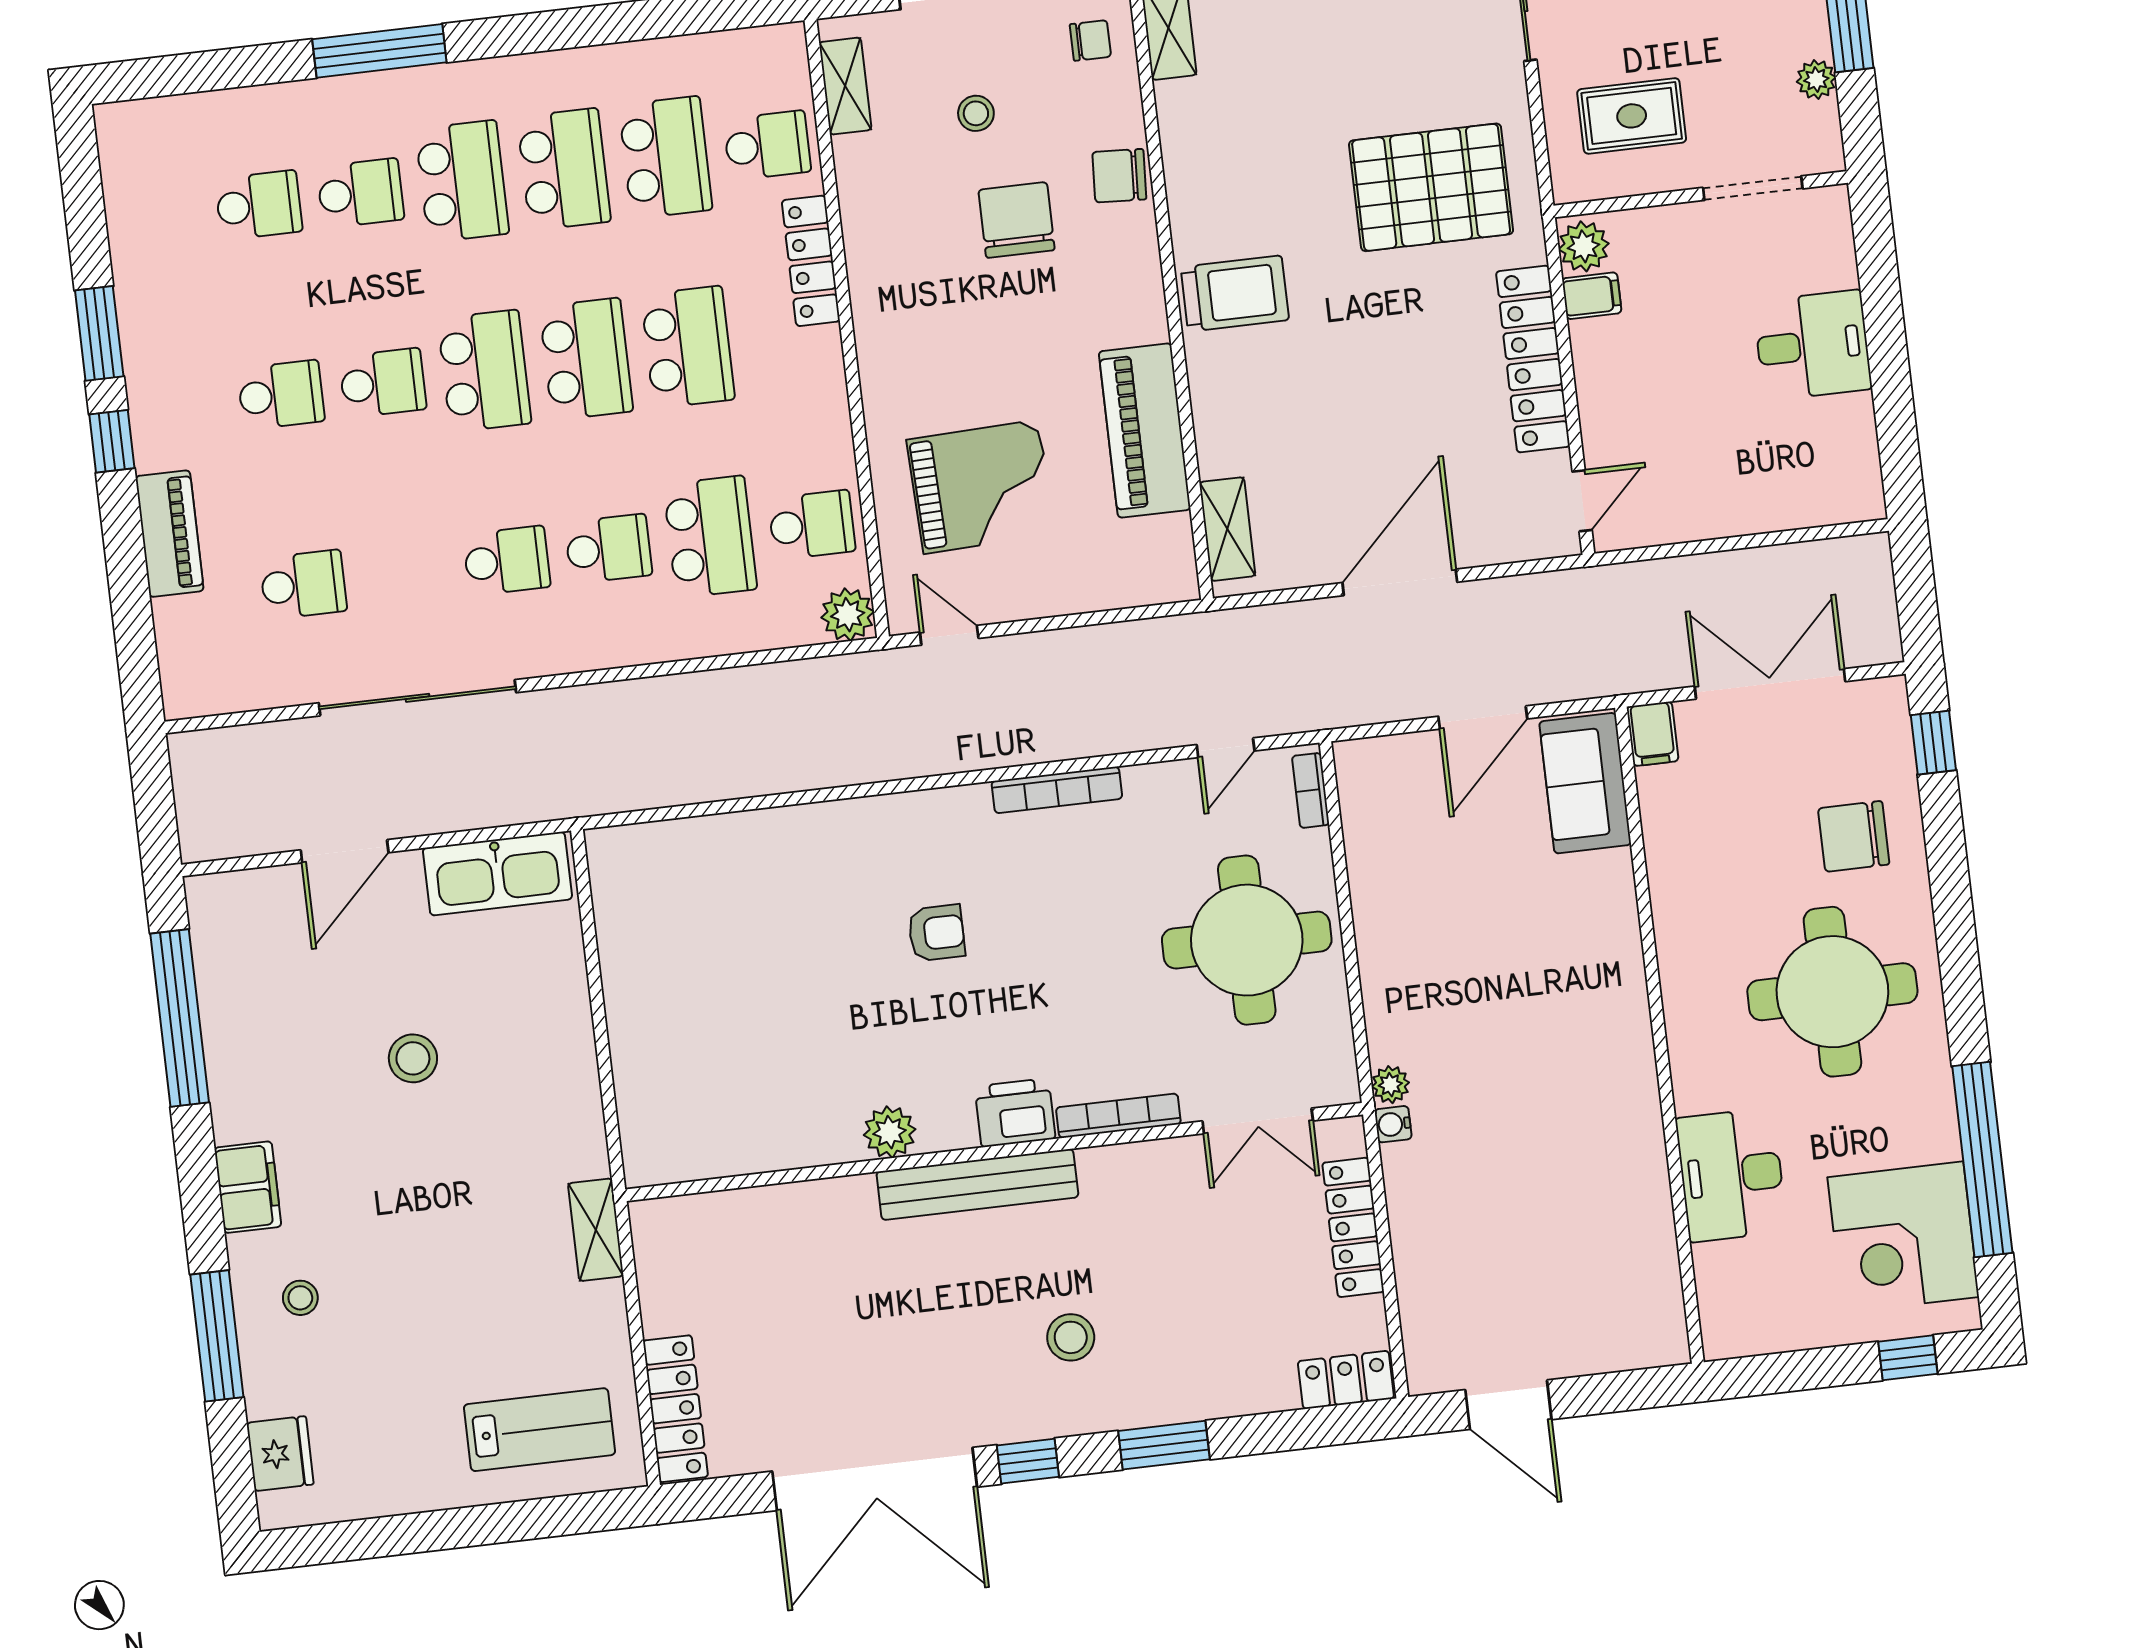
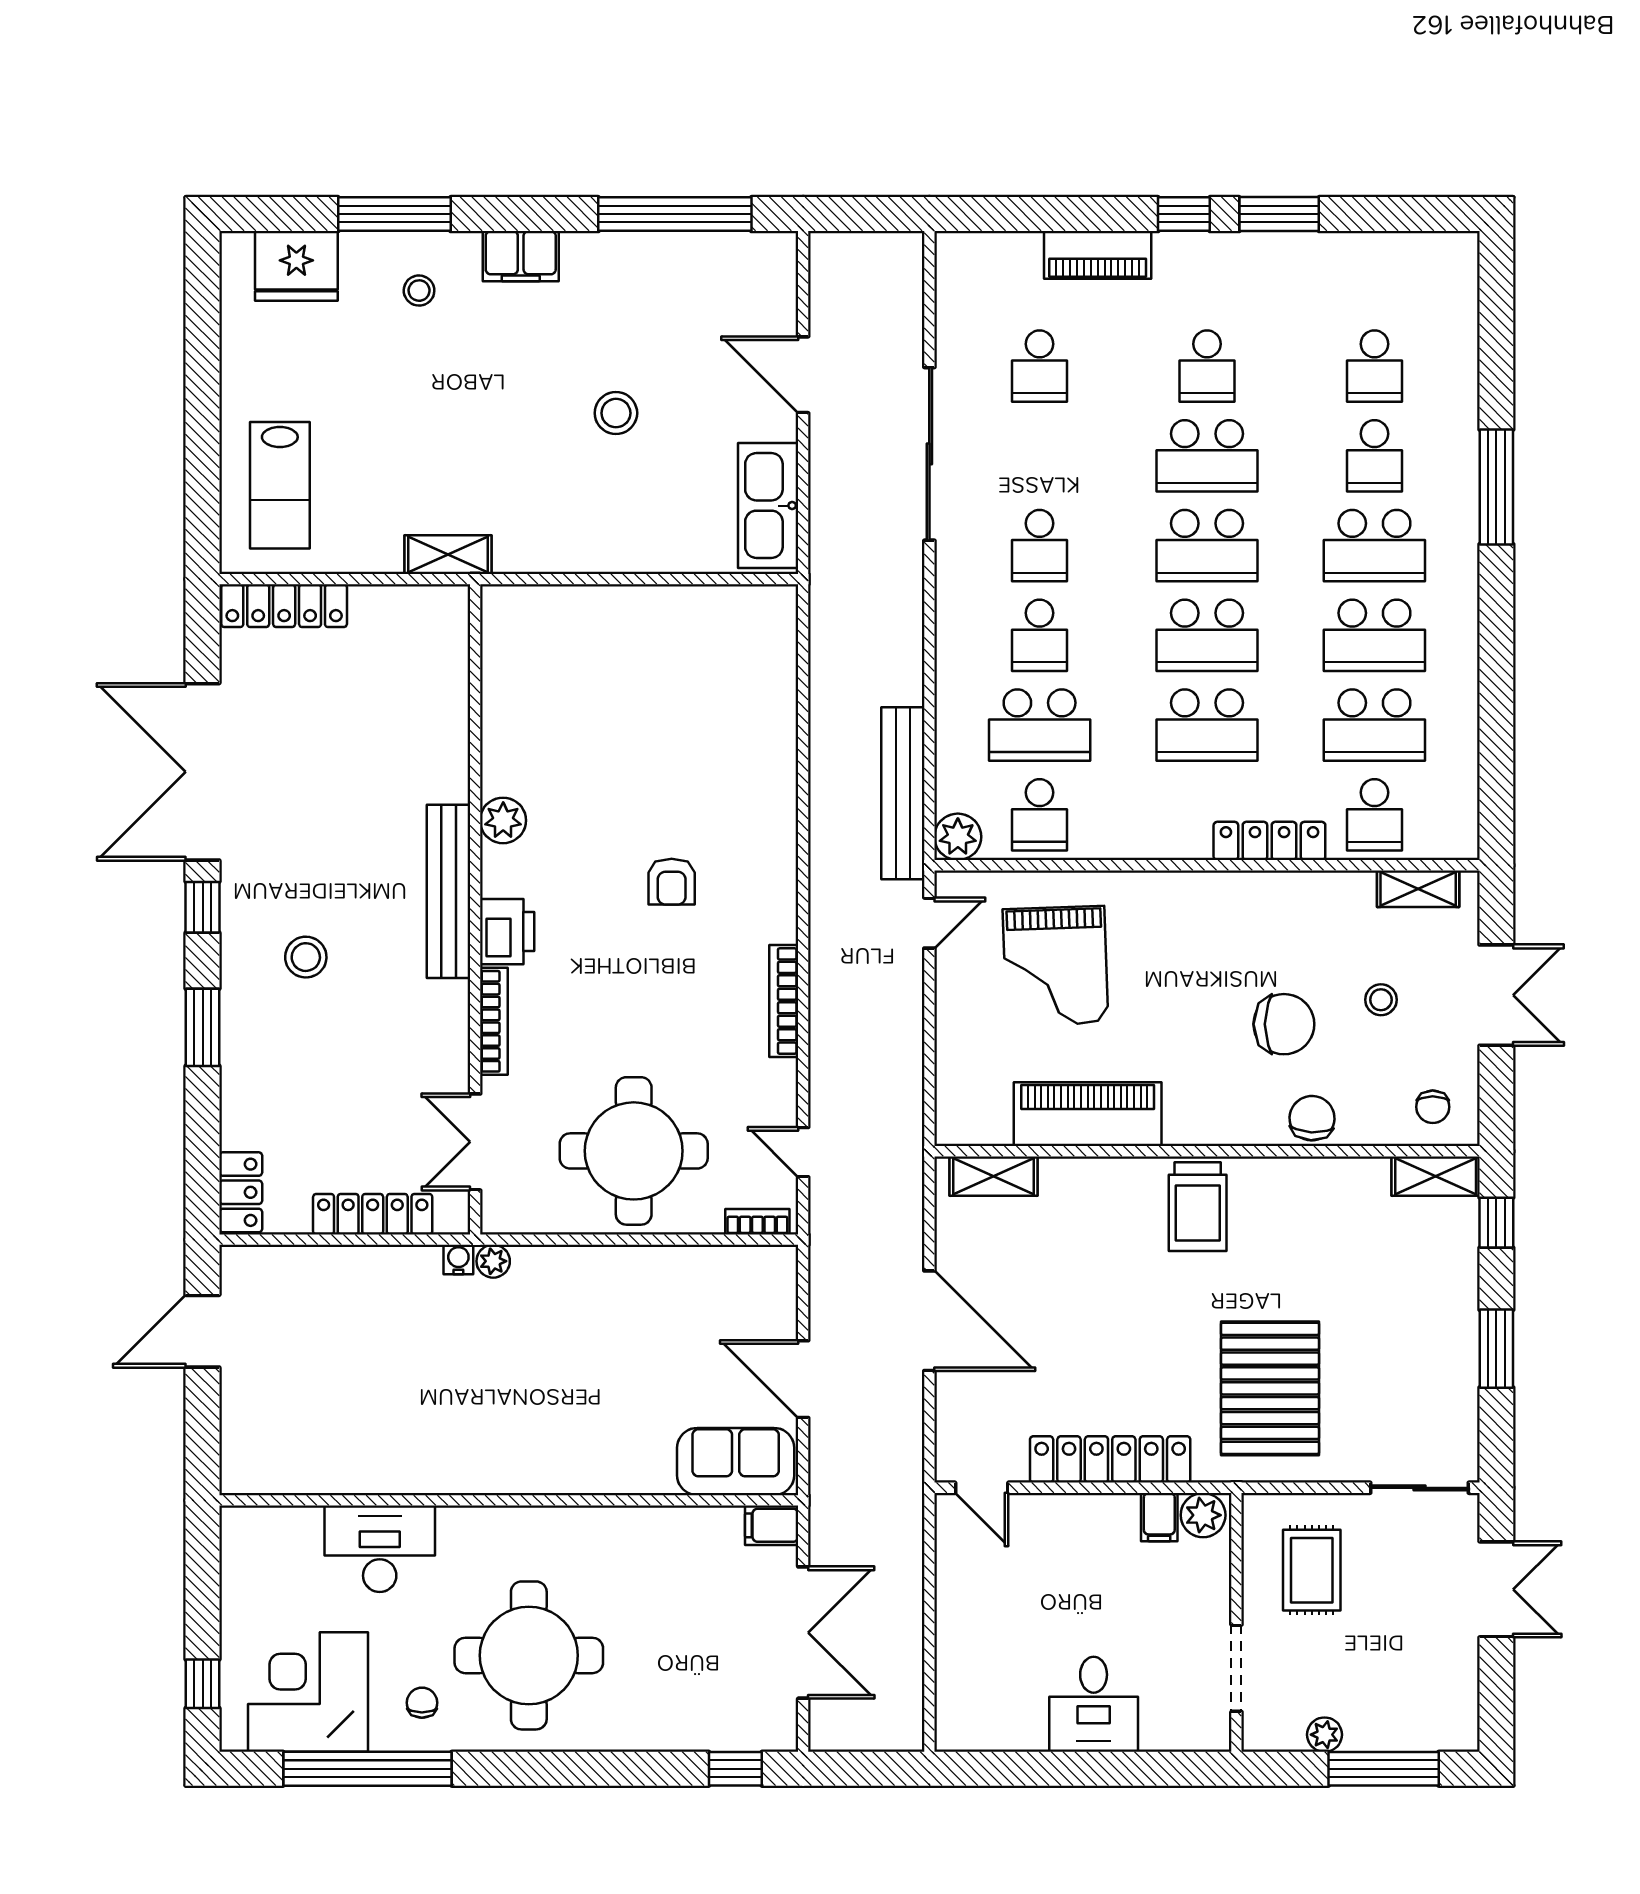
school desk: (383, 383) -> (1207, 456), width x1.85
bench: (806, 683) -> (903, 793), added
chair: (1854, 836) -> (422, 1703), moved, width x0.54, depth x0.54
fridge: (280, 1454) -> (296, 266), width x1.36, depth x1.34

